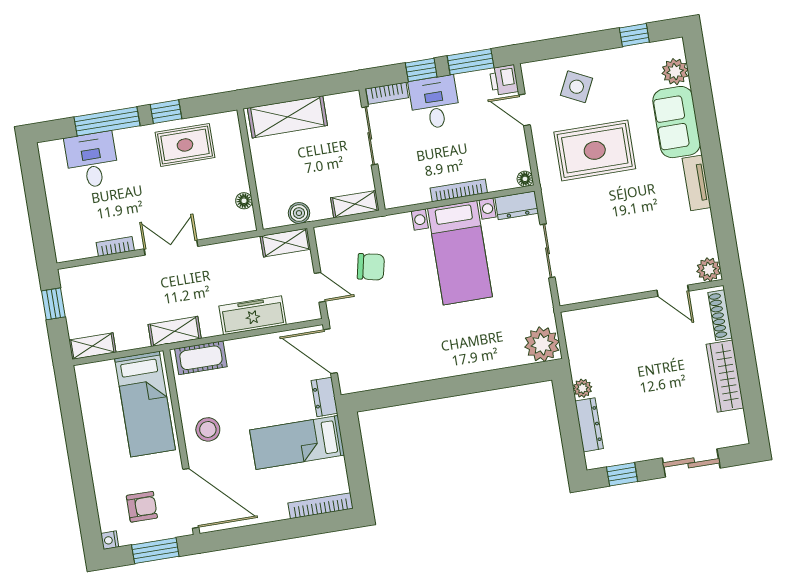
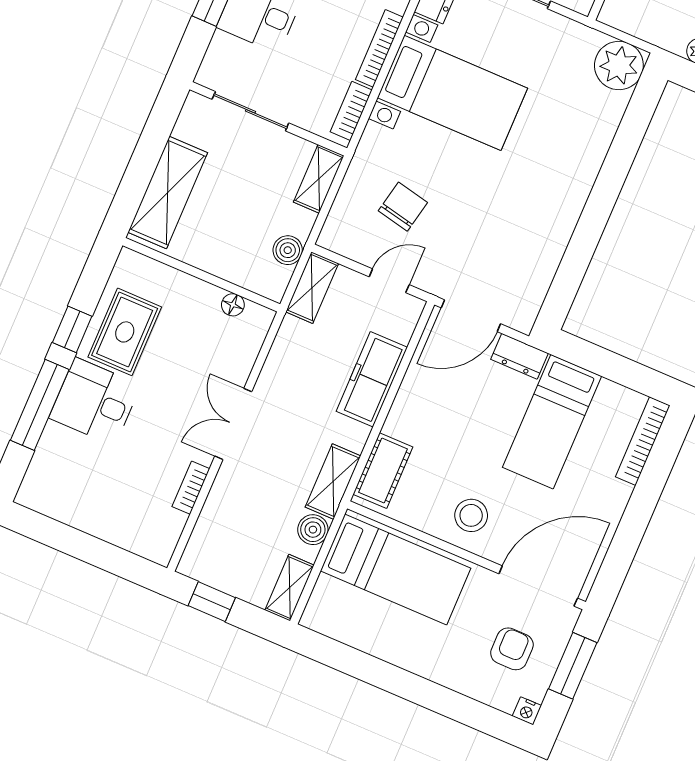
bookcase: (387, 93) -> (351, 111), moved, turned 180
desk: (92, 160) -> (95, 402), moved
boiler: (137, 338) -> (313, 530), added

